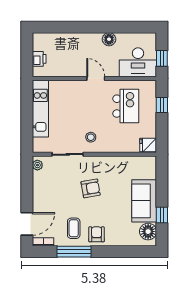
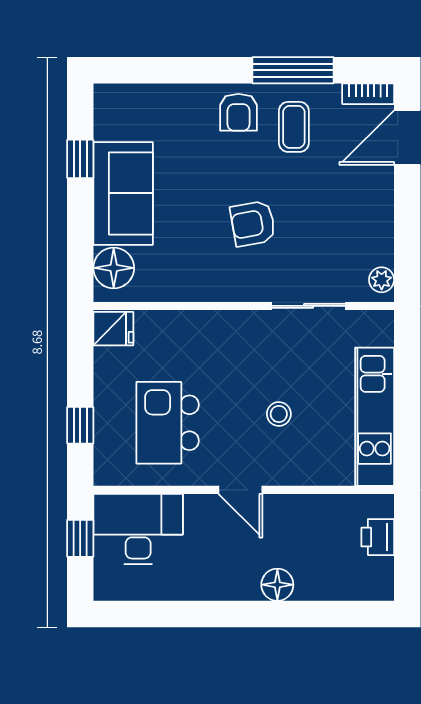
floor lamp: (109, 39) -> (277, 585), moved
stool: (91, 137) -> (279, 414), moved
floor lamp: (148, 232) -> (114, 268), moved

